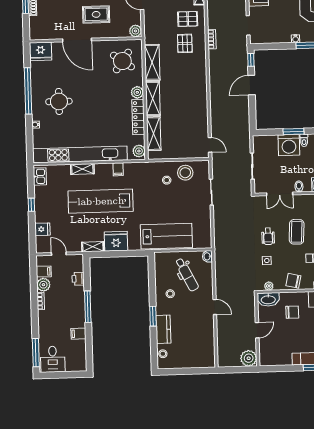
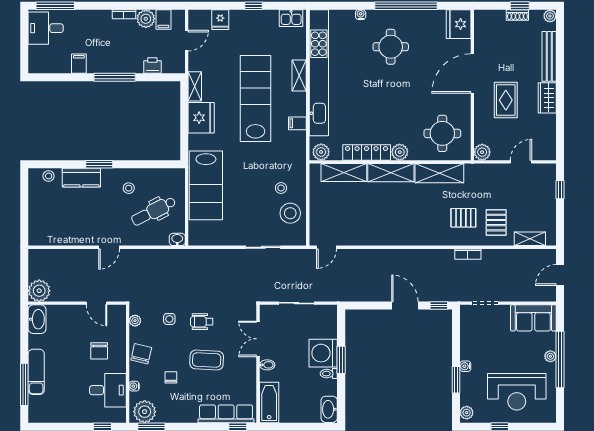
round table: (122, 61) -> (442, 133), turned -35
washbasin: (268, 299) -> (37, 319), moved, turned 180
door: (257, 330) -> (96, 303), moved

